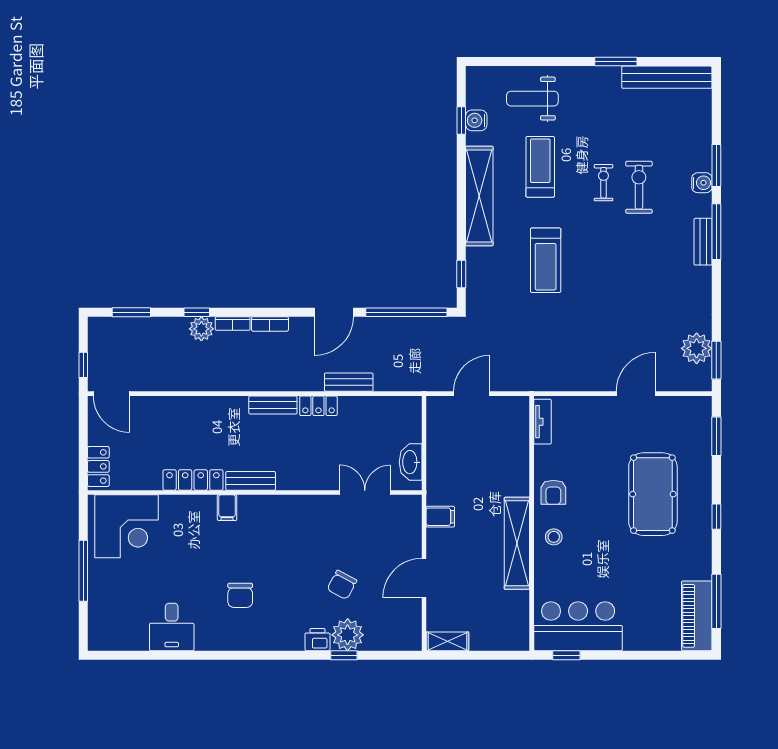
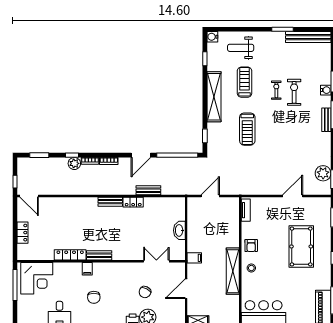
water cooler: (476, 120) -> (212, 37), moved
locker: (193, 480) -> (70, 255), moved
bench: (251, 481) -> (99, 255), moved
wall: (255, 493) -> (101, 261), moved
double door: (365, 493) -> (156, 261), moved
filing cabinet: (227, 508) -> (87, 269), moved
corner desk: (127, 526) -> (37, 278), moved

